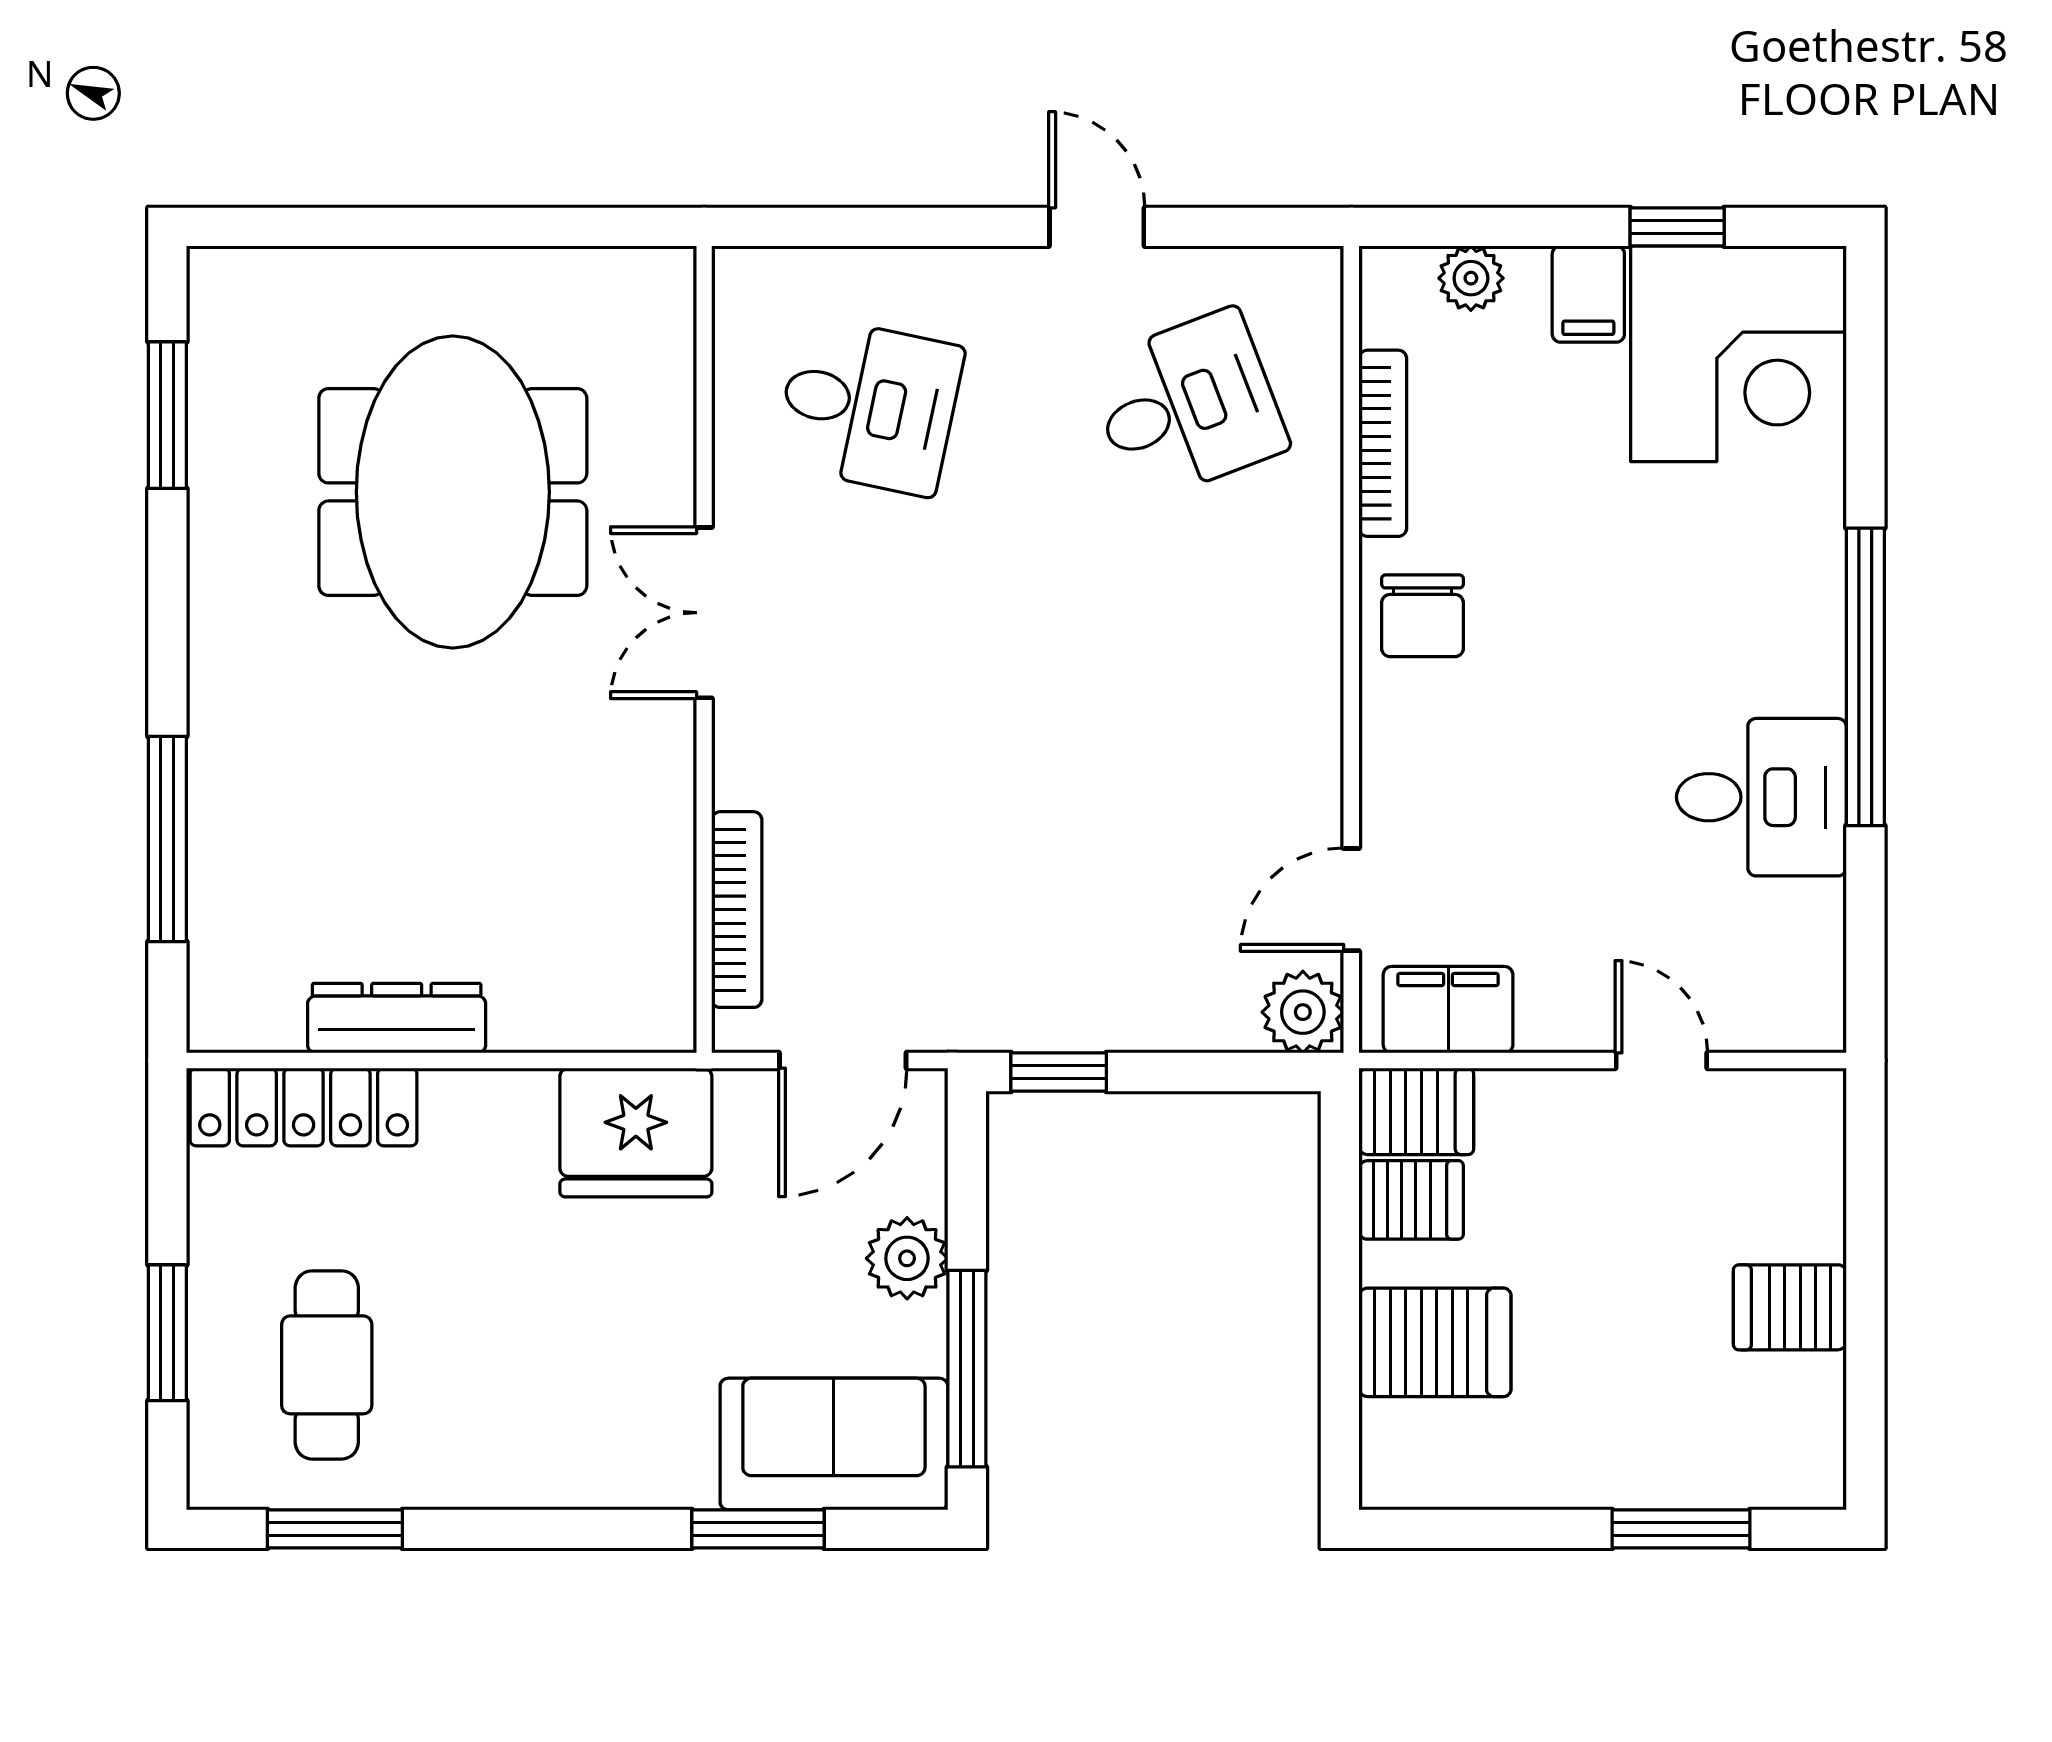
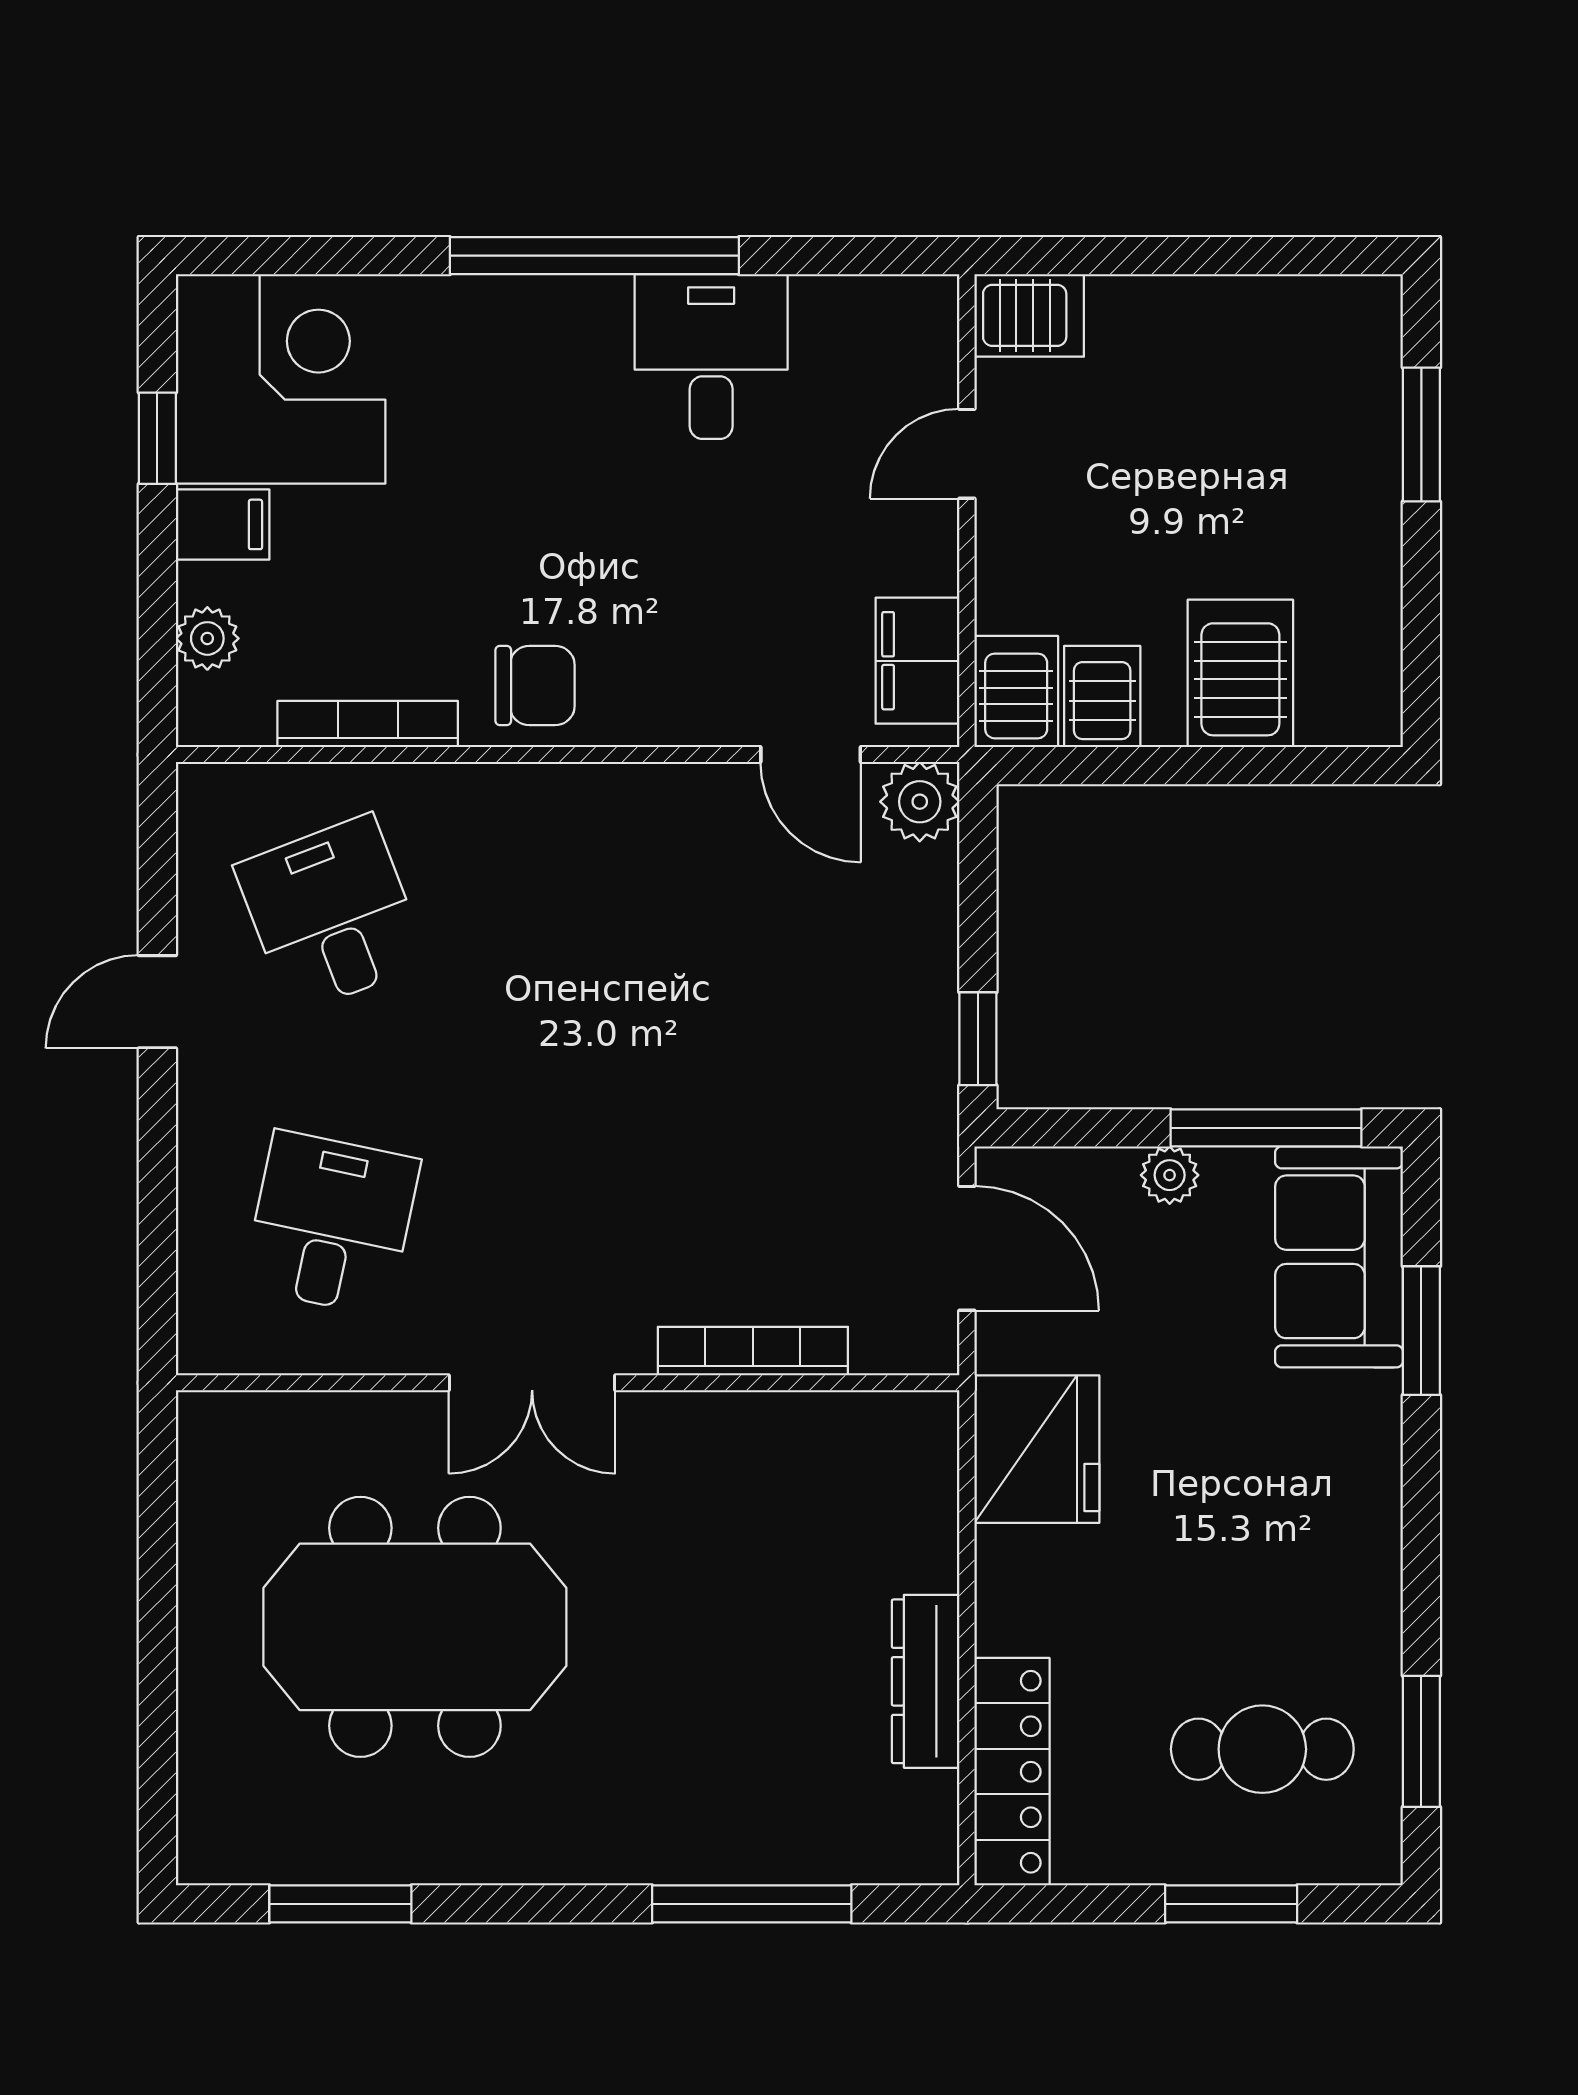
bookcase: (737, 910) -> (753, 1351), moved
plant: (907, 1258) -> (1170, 1175), width x0.73, depth x0.73
server rack: (1790, 1307) -> (1029, 315), moved, turned -90

